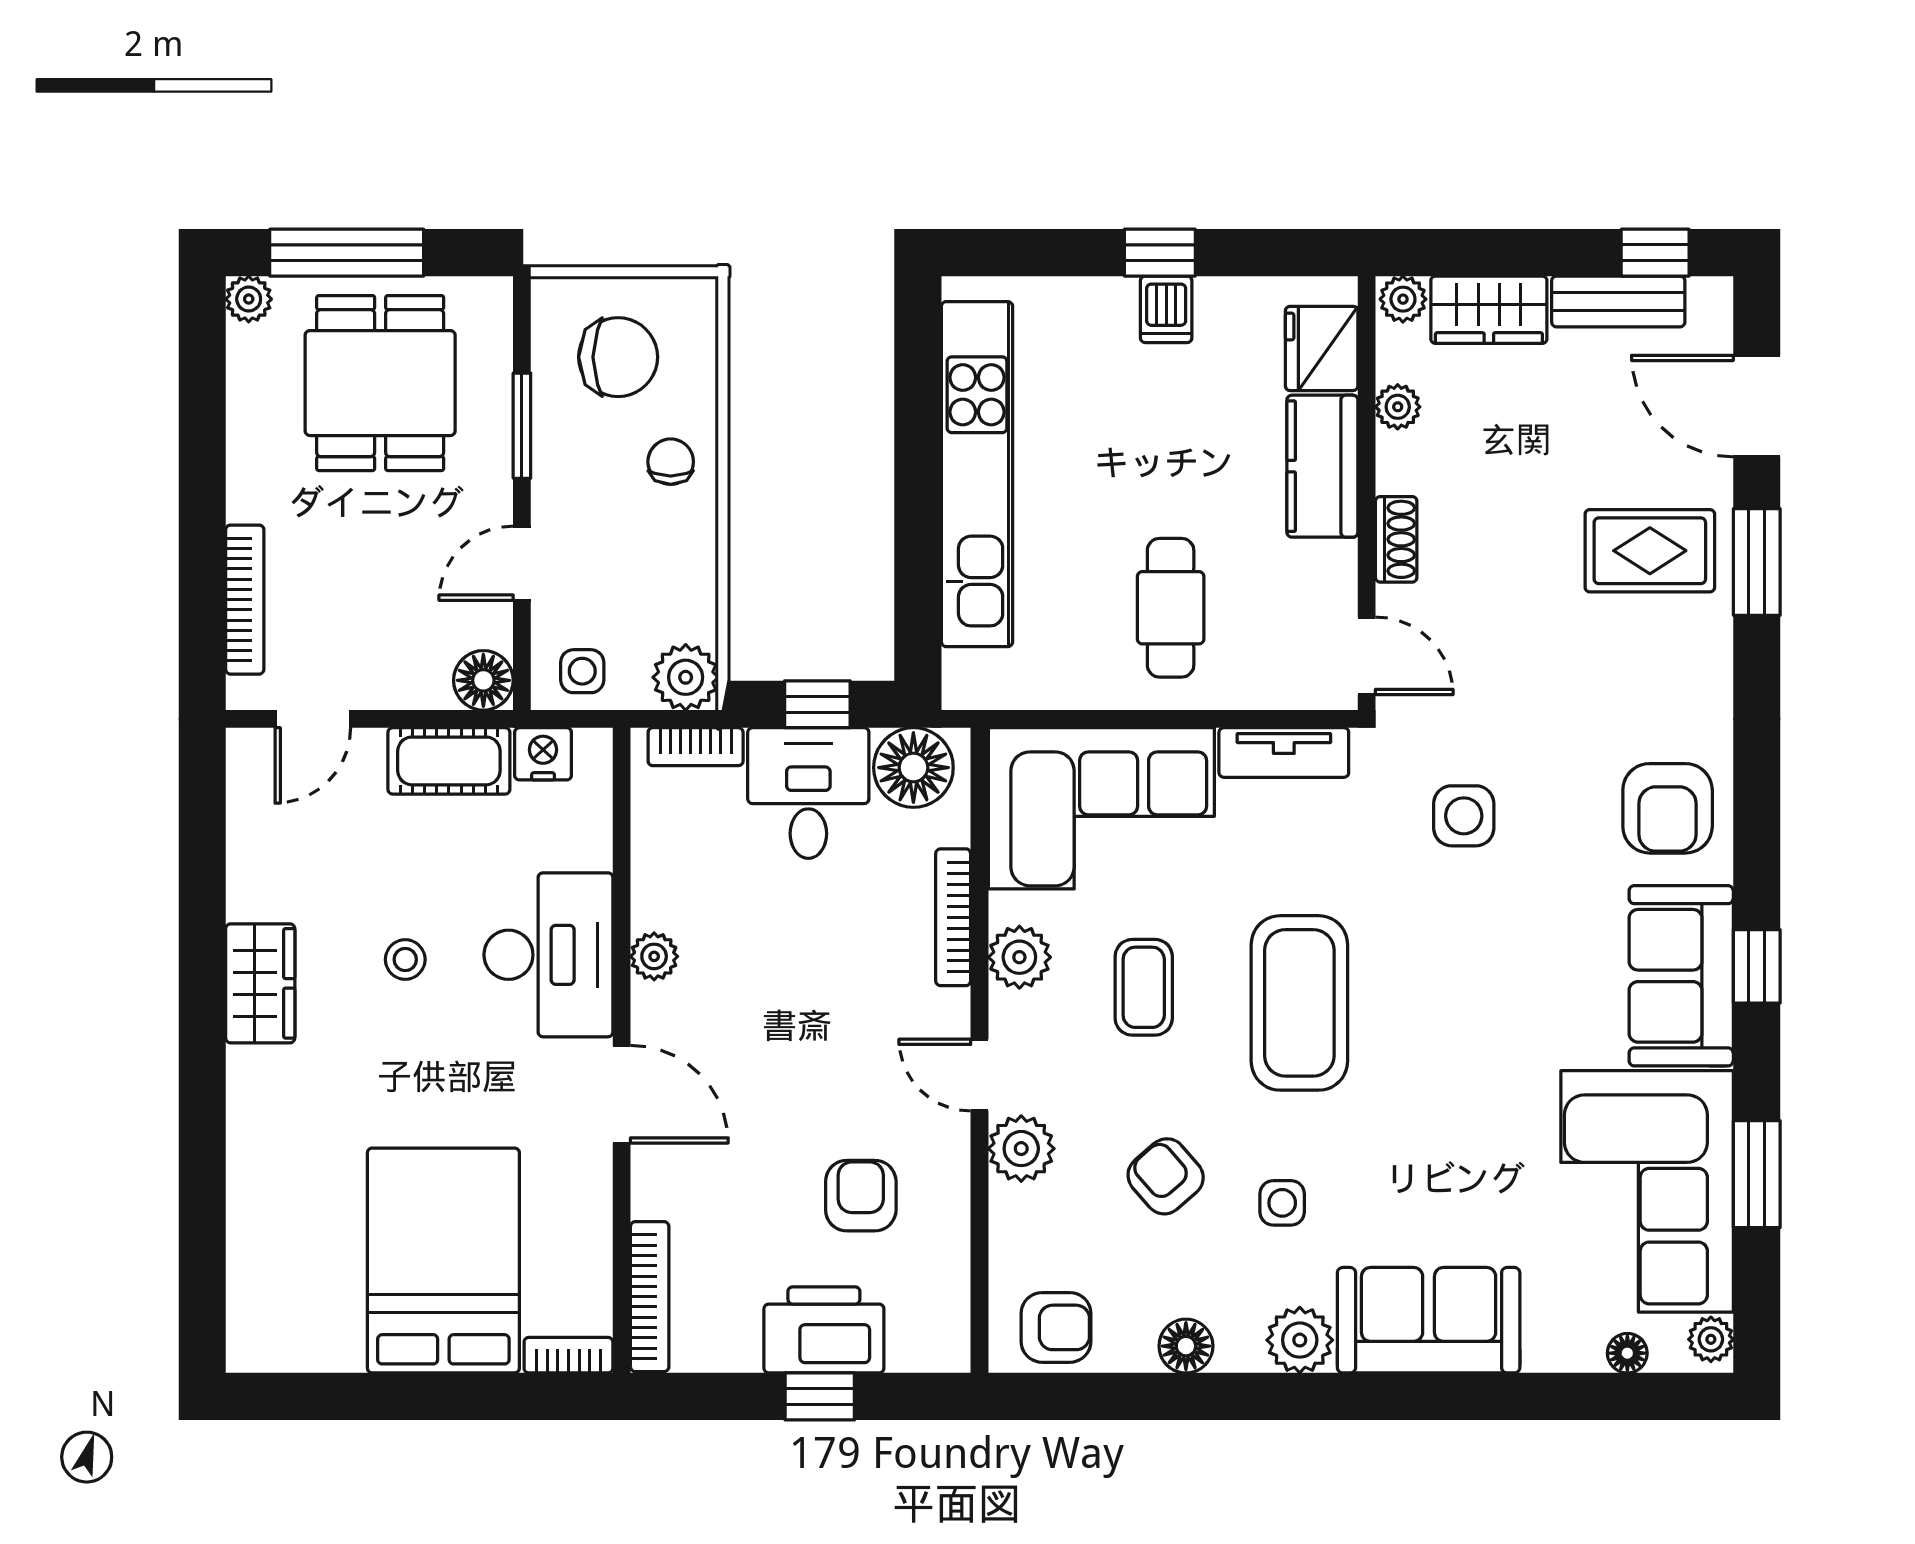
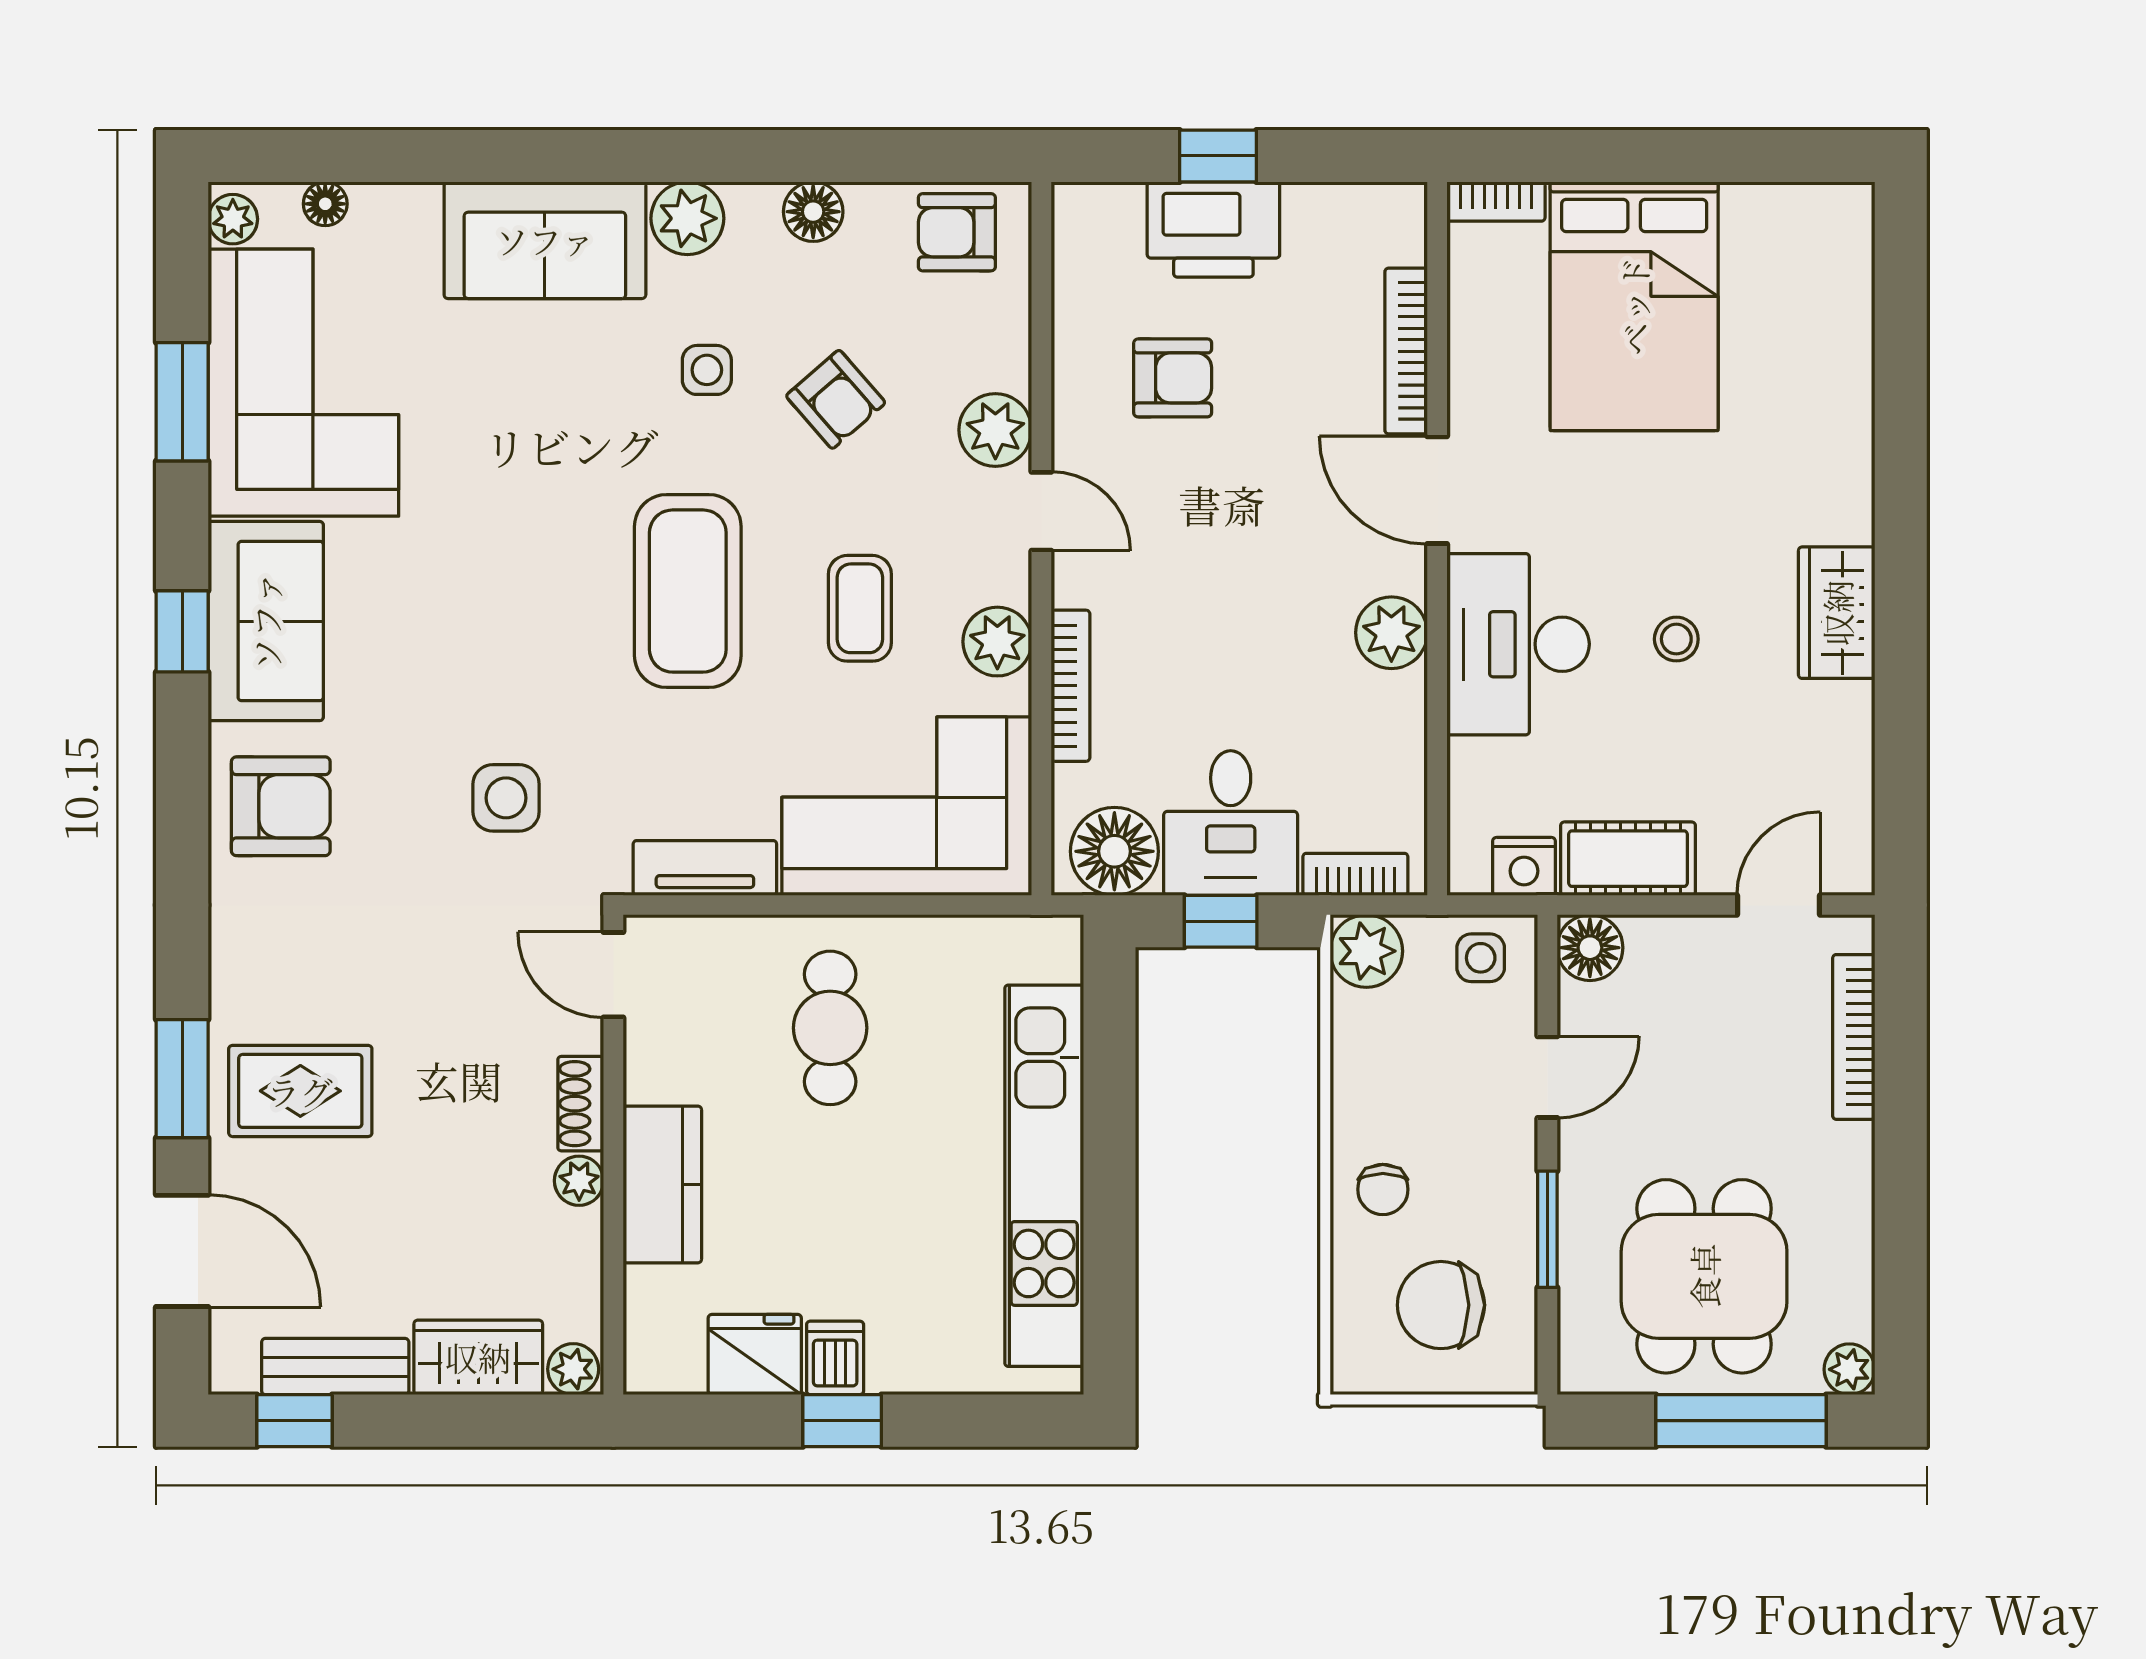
fridge: (1322, 348) -> (755, 1355), moved, turned -90
plant: (1398, 407) -> (579, 1181), moved
armchair: (1668, 808) -> (281, 806), turned 90
plant: (654, 956) -> (1391, 633), width x1.38, depth x1.38
armchair: (861, 1196) -> (1173, 378), turned -90
bookcase: (650, 1297) -> (1406, 351), moved

